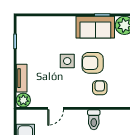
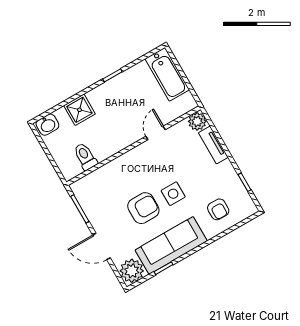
sofa: (95, 27) -> (171, 245), width x1.36
armchair: (100, 88) -> (218, 209), moved
toilet: (94, 120) -> (85, 156), moved

